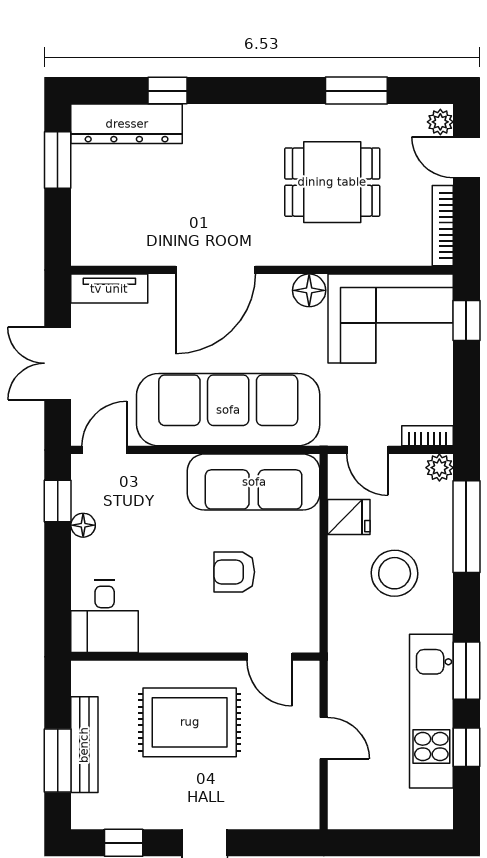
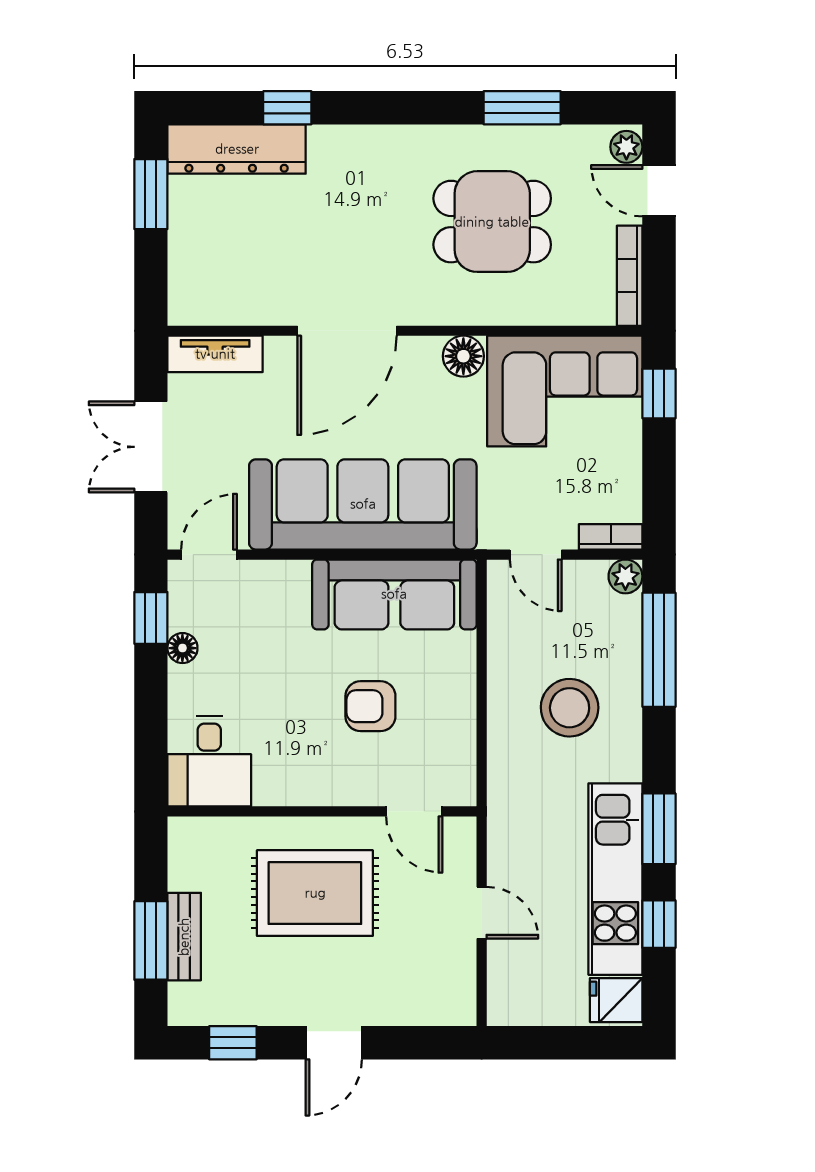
fridge: (349, 517) -> (616, 1000), moved, turned 180
bench: (84, 745) -> (184, 937), width x0.73

